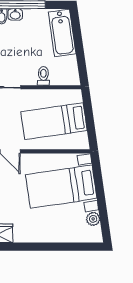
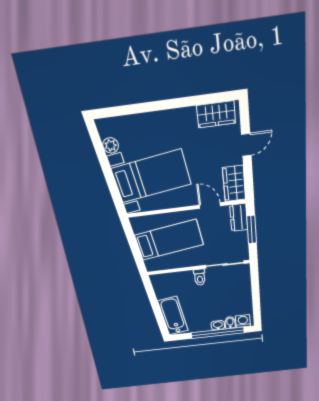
toilet: (43, 76) -> (200, 277), moved

